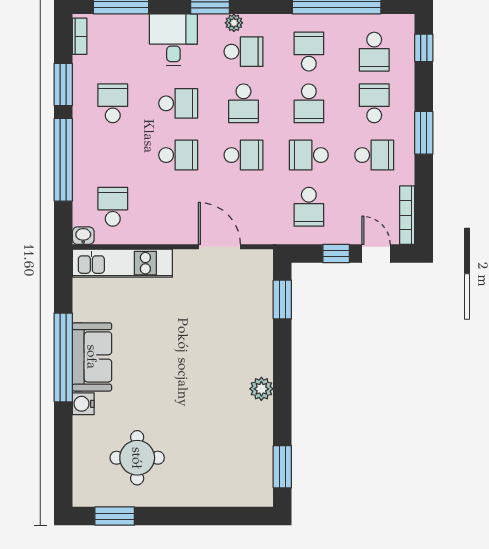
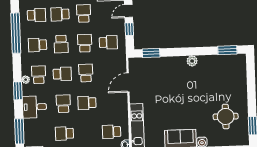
school desk: (309, 103) -> (61, 44), turned 90
school desk: (178, 155) -> (87, 103), turned -90
school desk: (309, 155) -> (85, 43), turned 180

